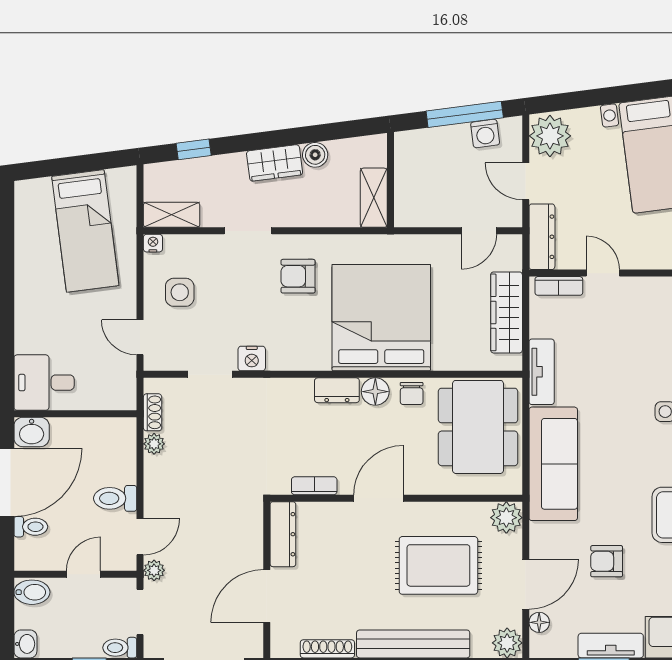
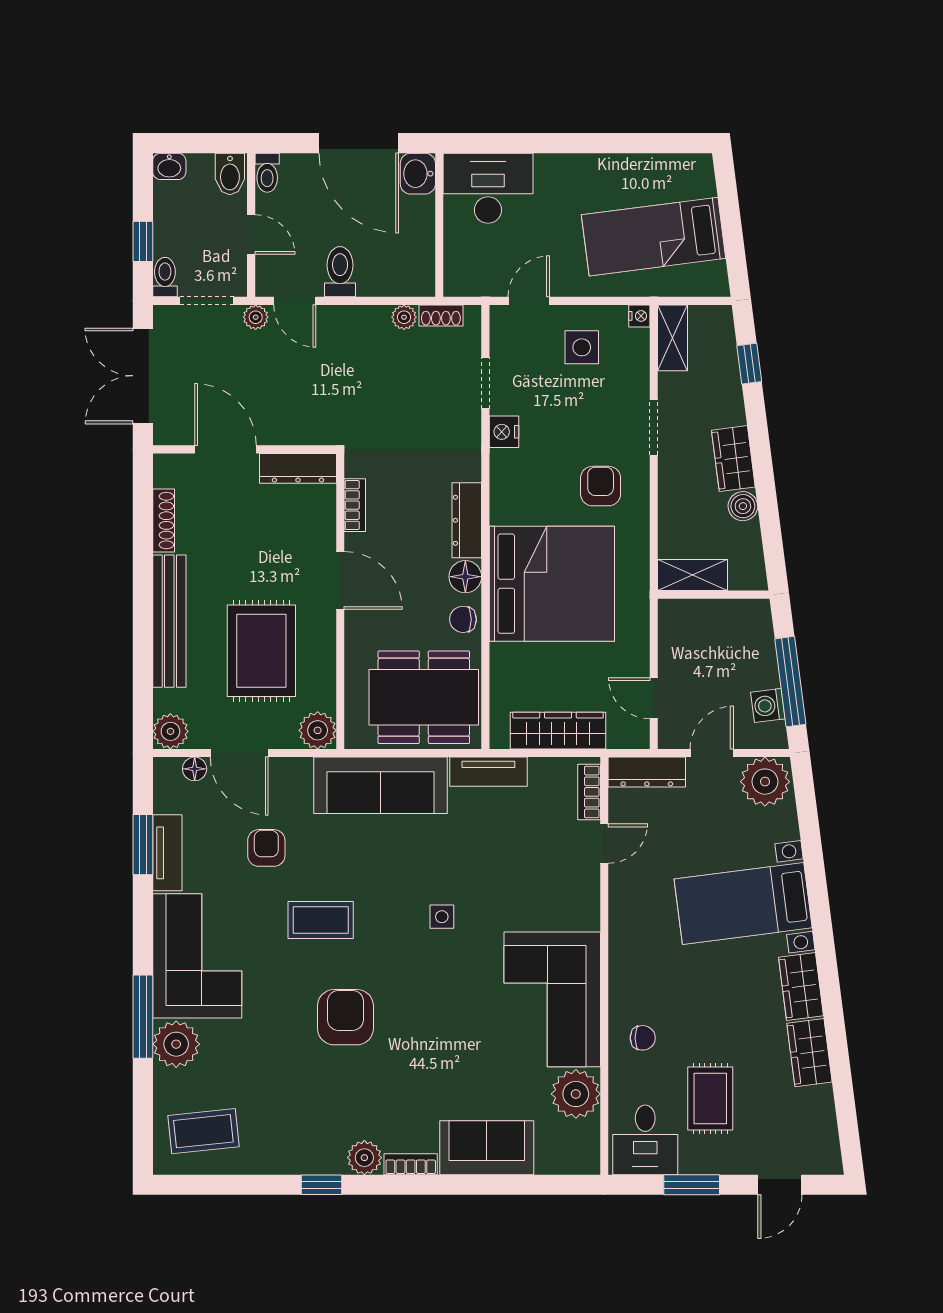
desk: (44, 383) -> (488, 188), width x1.37
dresser: (337, 390) -> (467, 520), width x1.44
toilet: (31, 527) -> (267, 173), moved

